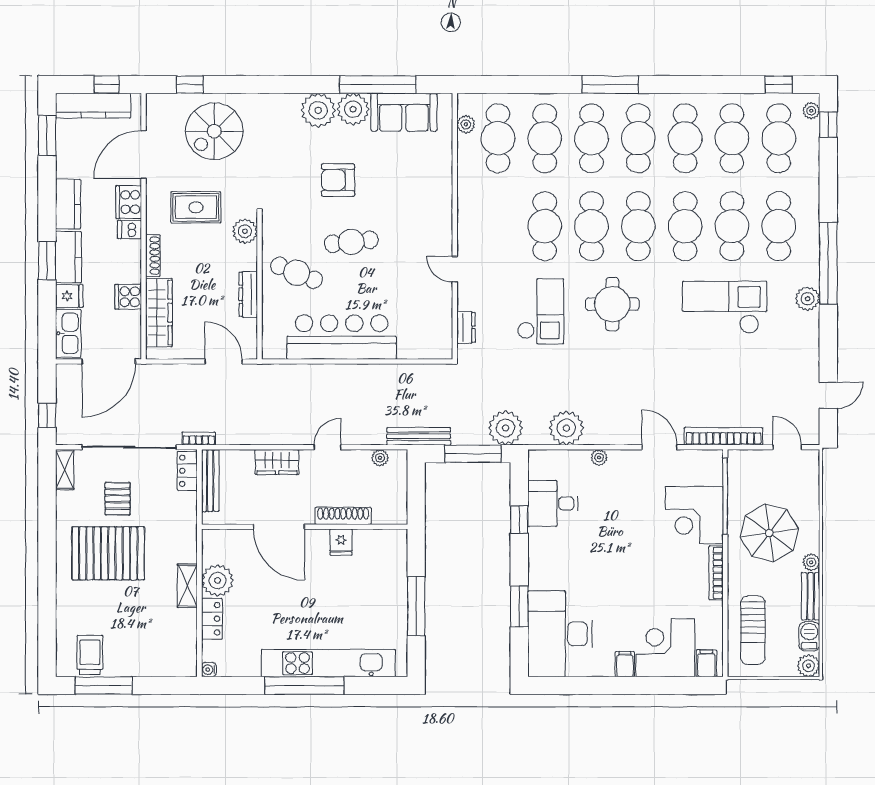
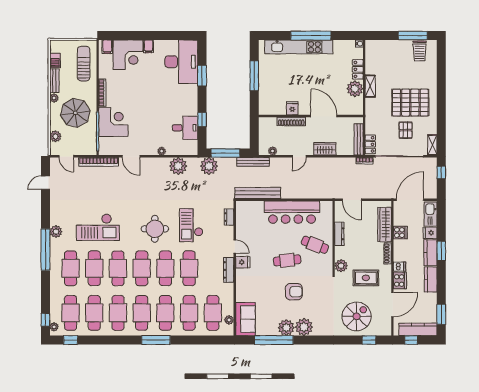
sofa: (404, 112) -> (245, 319), moved, turned 90
dresser: (467, 223) -> (229, 270), added
fridge: (439, 238) -> (243, 262), added
bench: (409, 375) -> (258, 193), added
plant: (808, 666) -> (55, 136), moved

